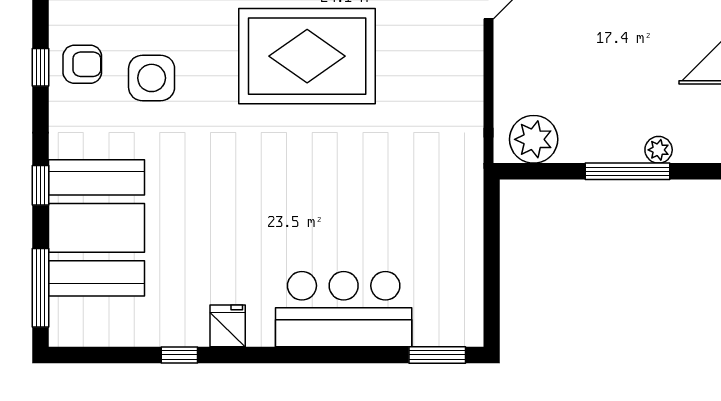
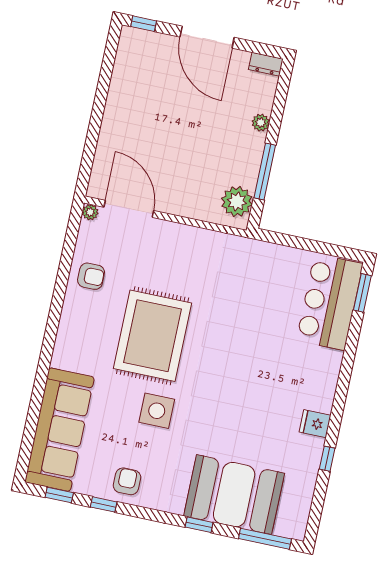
window: (40, 67) -> (104, 504), moved
side table: (152, 78) -> (157, 411), moved
window: (627, 171) -> (265, 172), moved
bar counter: (344, 309) -> (330, 302), moved

